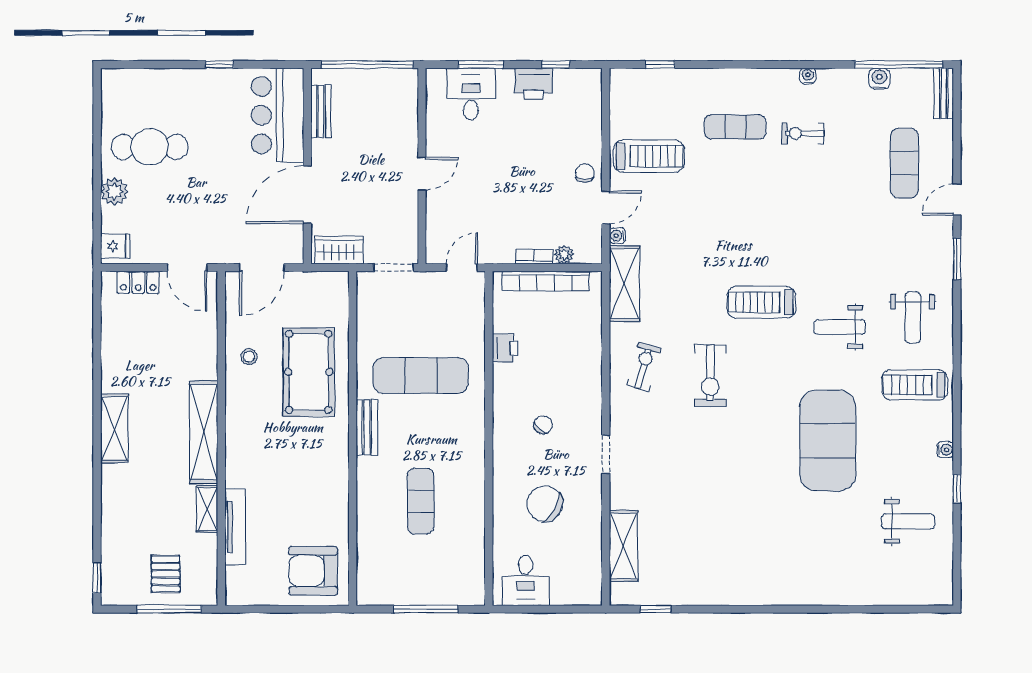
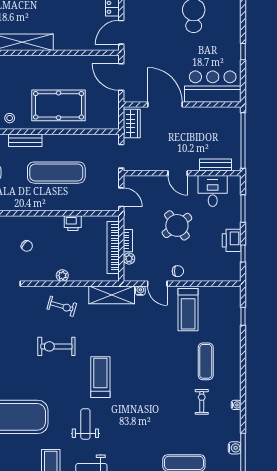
desk: (471, 94) -> (213, 191), moved, turned -90
bench: (321, 111) -> (215, 165), moved
round table: (509, 175) -> (177, 225), added
stool: (249, 357) -> (10, 118), moved
plant: (592, 366) -> (62, 276), added
exercise mat: (421, 376) -> (56, 173), turned 90

